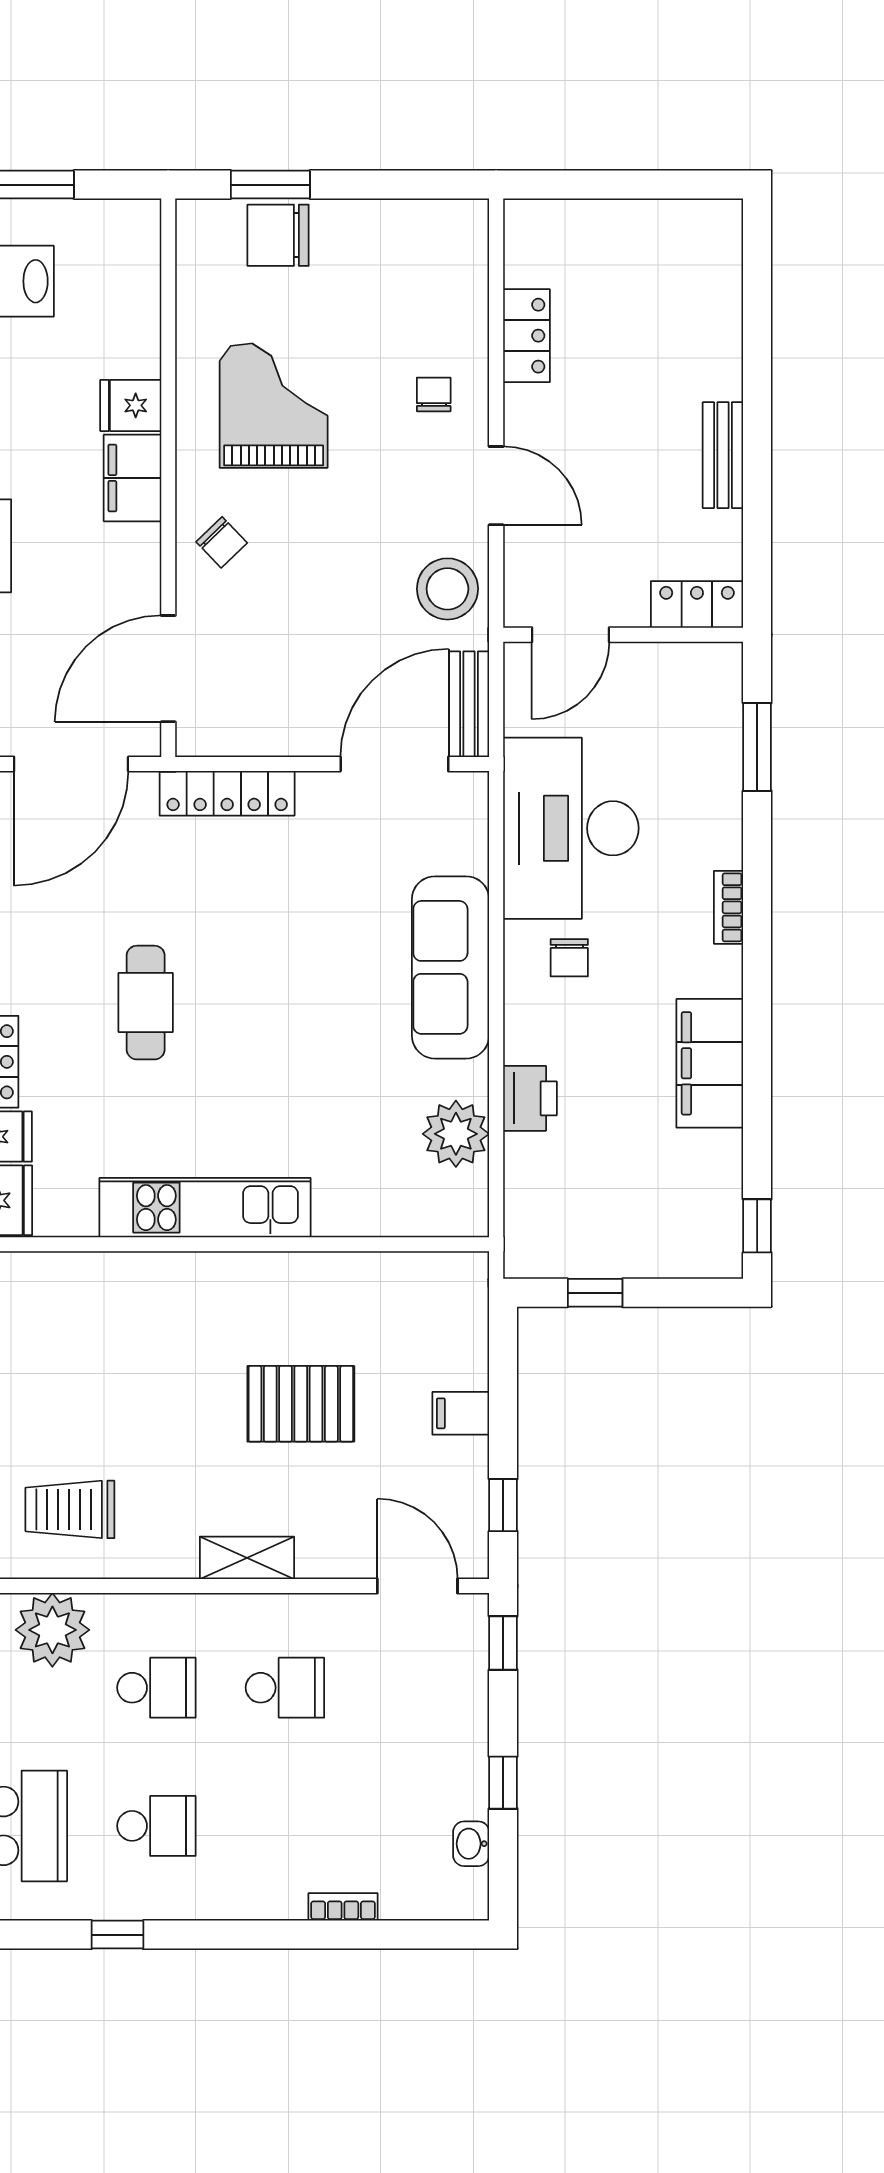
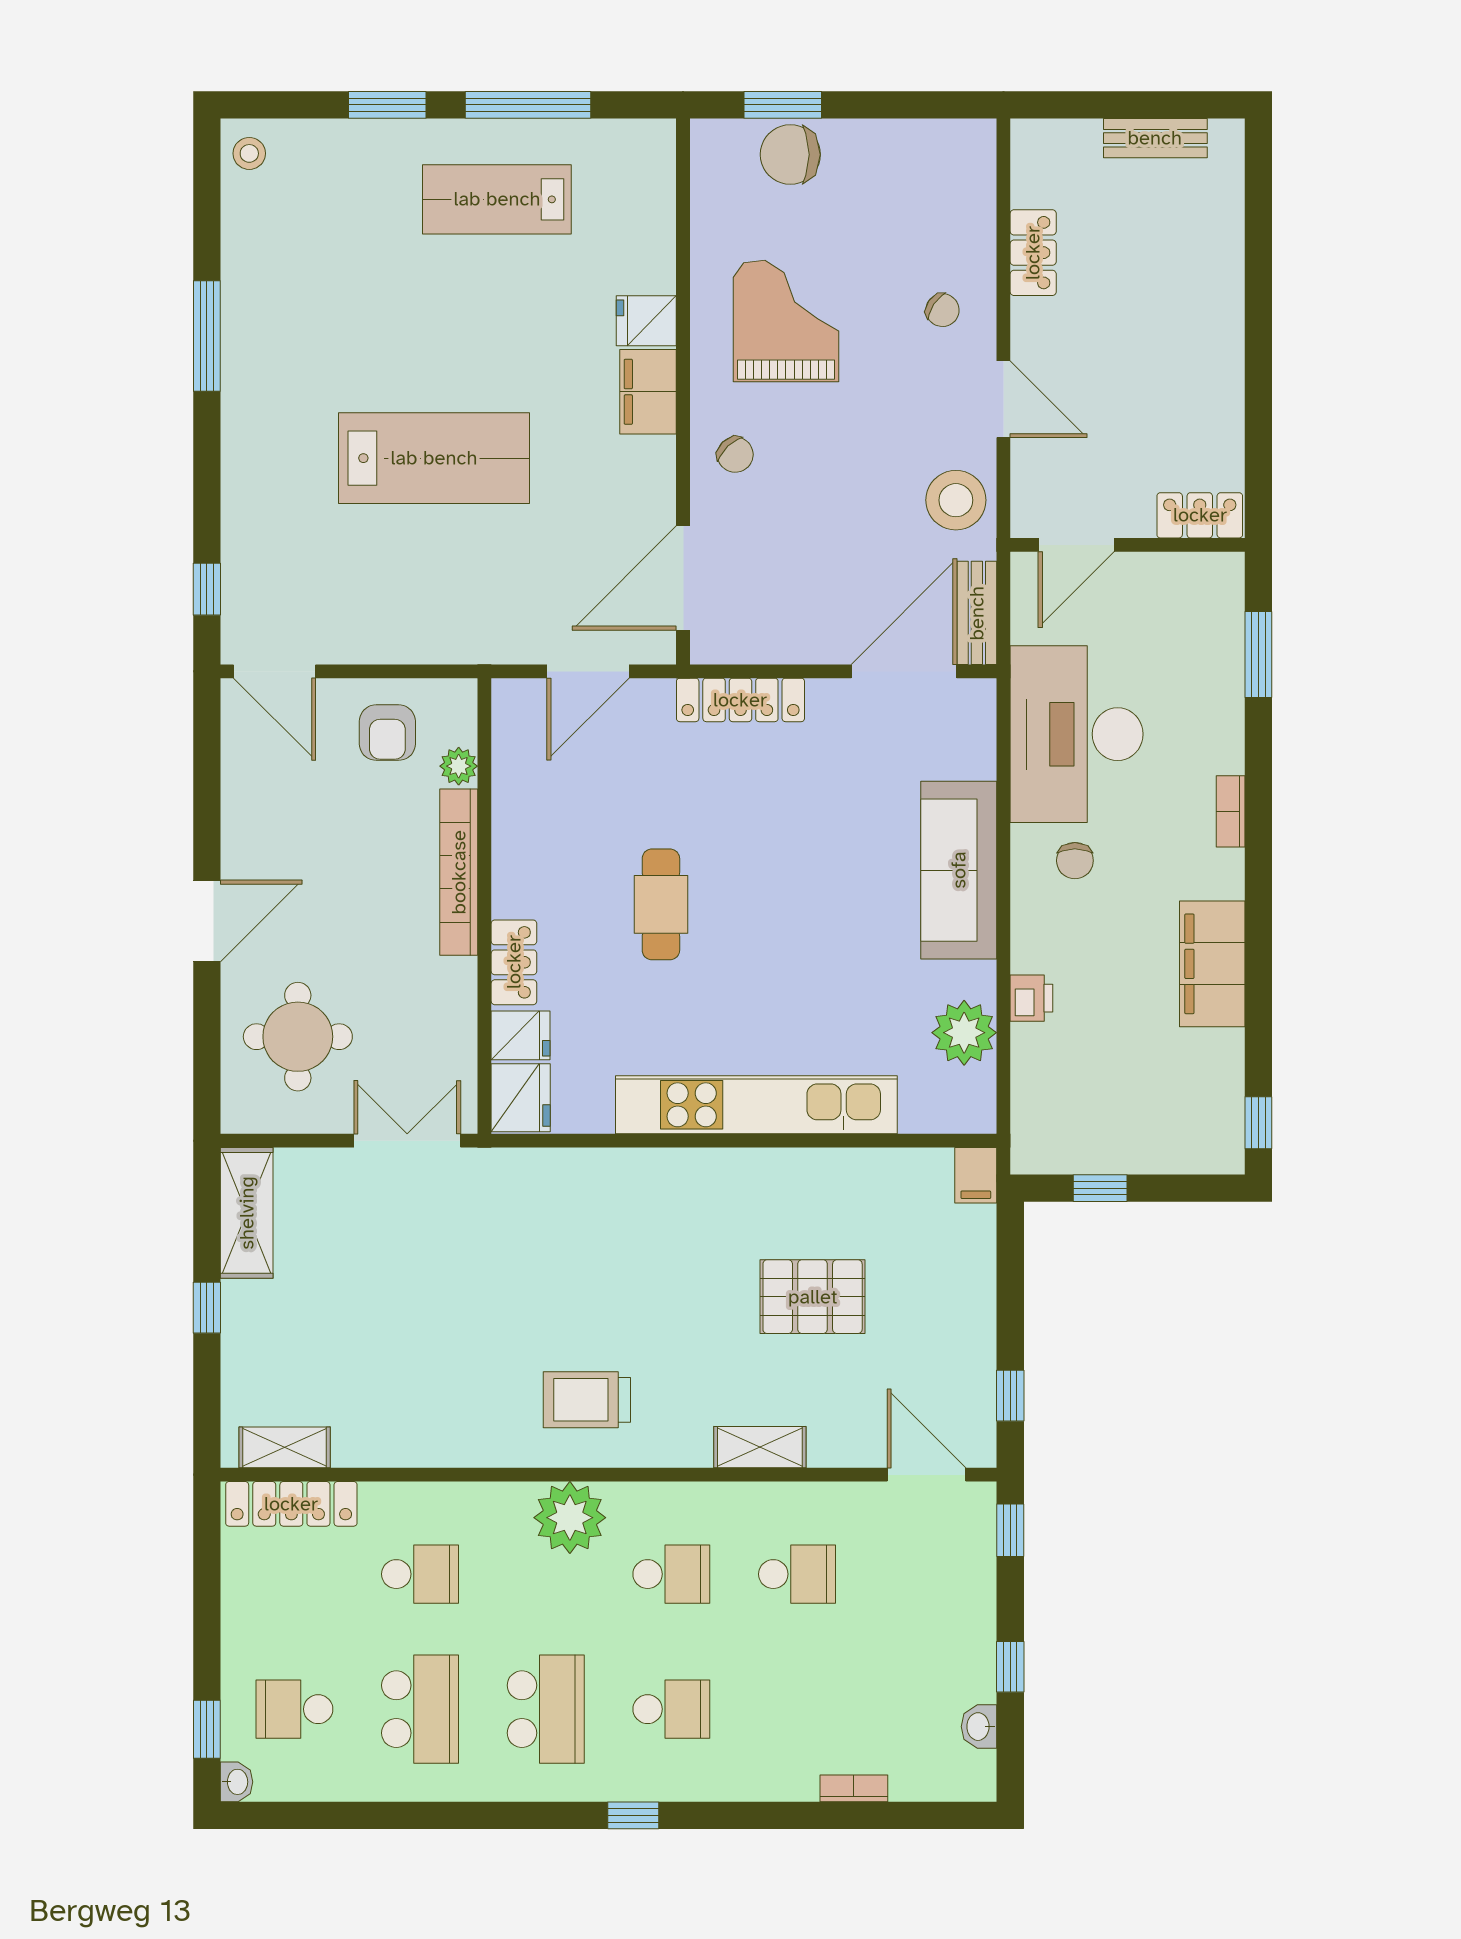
chair: (434, 394) -> (942, 310), turned 124
bench: (723, 455) -> (1155, 138), moved, turned 90
door: (71, 764) -> (588, 671), width x0.73
printer: (530, 1098) -> (1031, 998), width x0.73, depth x0.81
kitchen unit: (205, 1208) -> (756, 1105), width x1.36
filing cabinet: (461, 1413) -> (976, 1175), moved, turned -90

